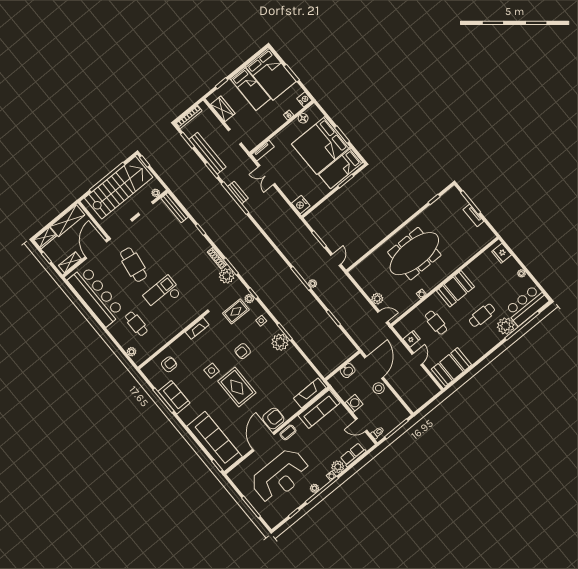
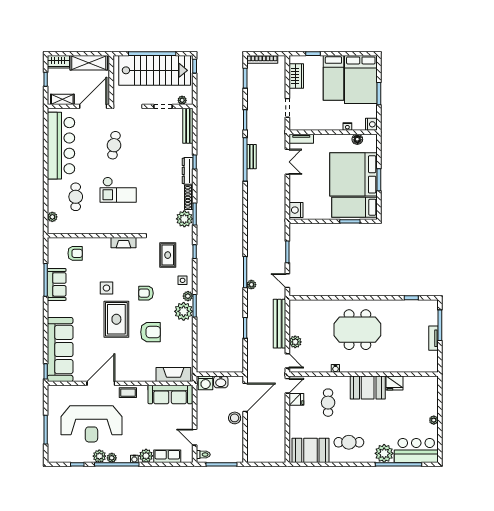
bench: (207, 153) -> (279, 324), moved
double door: (266, 175) -> (287, 162), swing flipped
dresser: (201, 240) -> (188, 171), added
fridge: (502, 253) -> (394, 383), moved, turned -90
meeting table: (414, 254) -> (357, 330), width x0.73
door: (336, 260) -> (287, 281), swing flipped
cafe table: (133, 265) -> (114, 145), width x0.73, depth x0.74
checkout: (162, 294) -> (118, 190), turned 180
plant: (249, 299) -> (188, 296), moved
rug: (236, 311) -> (168, 255), turned 90
cafe table: (482, 315) -> (349, 442), moved
door: (417, 359) -> (287, 386), moved
washing machine: (354, 403) -> (206, 383), moved, turned 90
armchair: (273, 419) -> (150, 332), moved
plant: (305, 494) -> (99, 456), added

